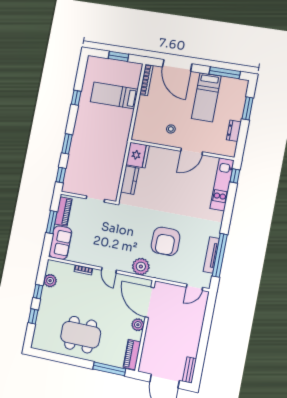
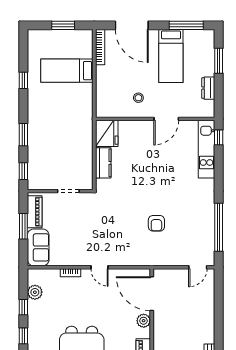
armchair: (166, 241) -> (156, 223), width x0.53, depth x0.53
tv unit: (211, 255) -> (209, 229), removed
plant: (141, 267) -> (134, 256), removed

